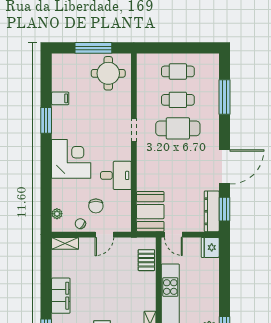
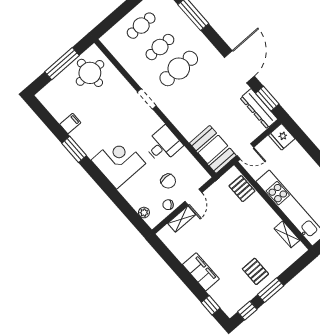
shelving: (65, 243) -> (182, 219), moved

